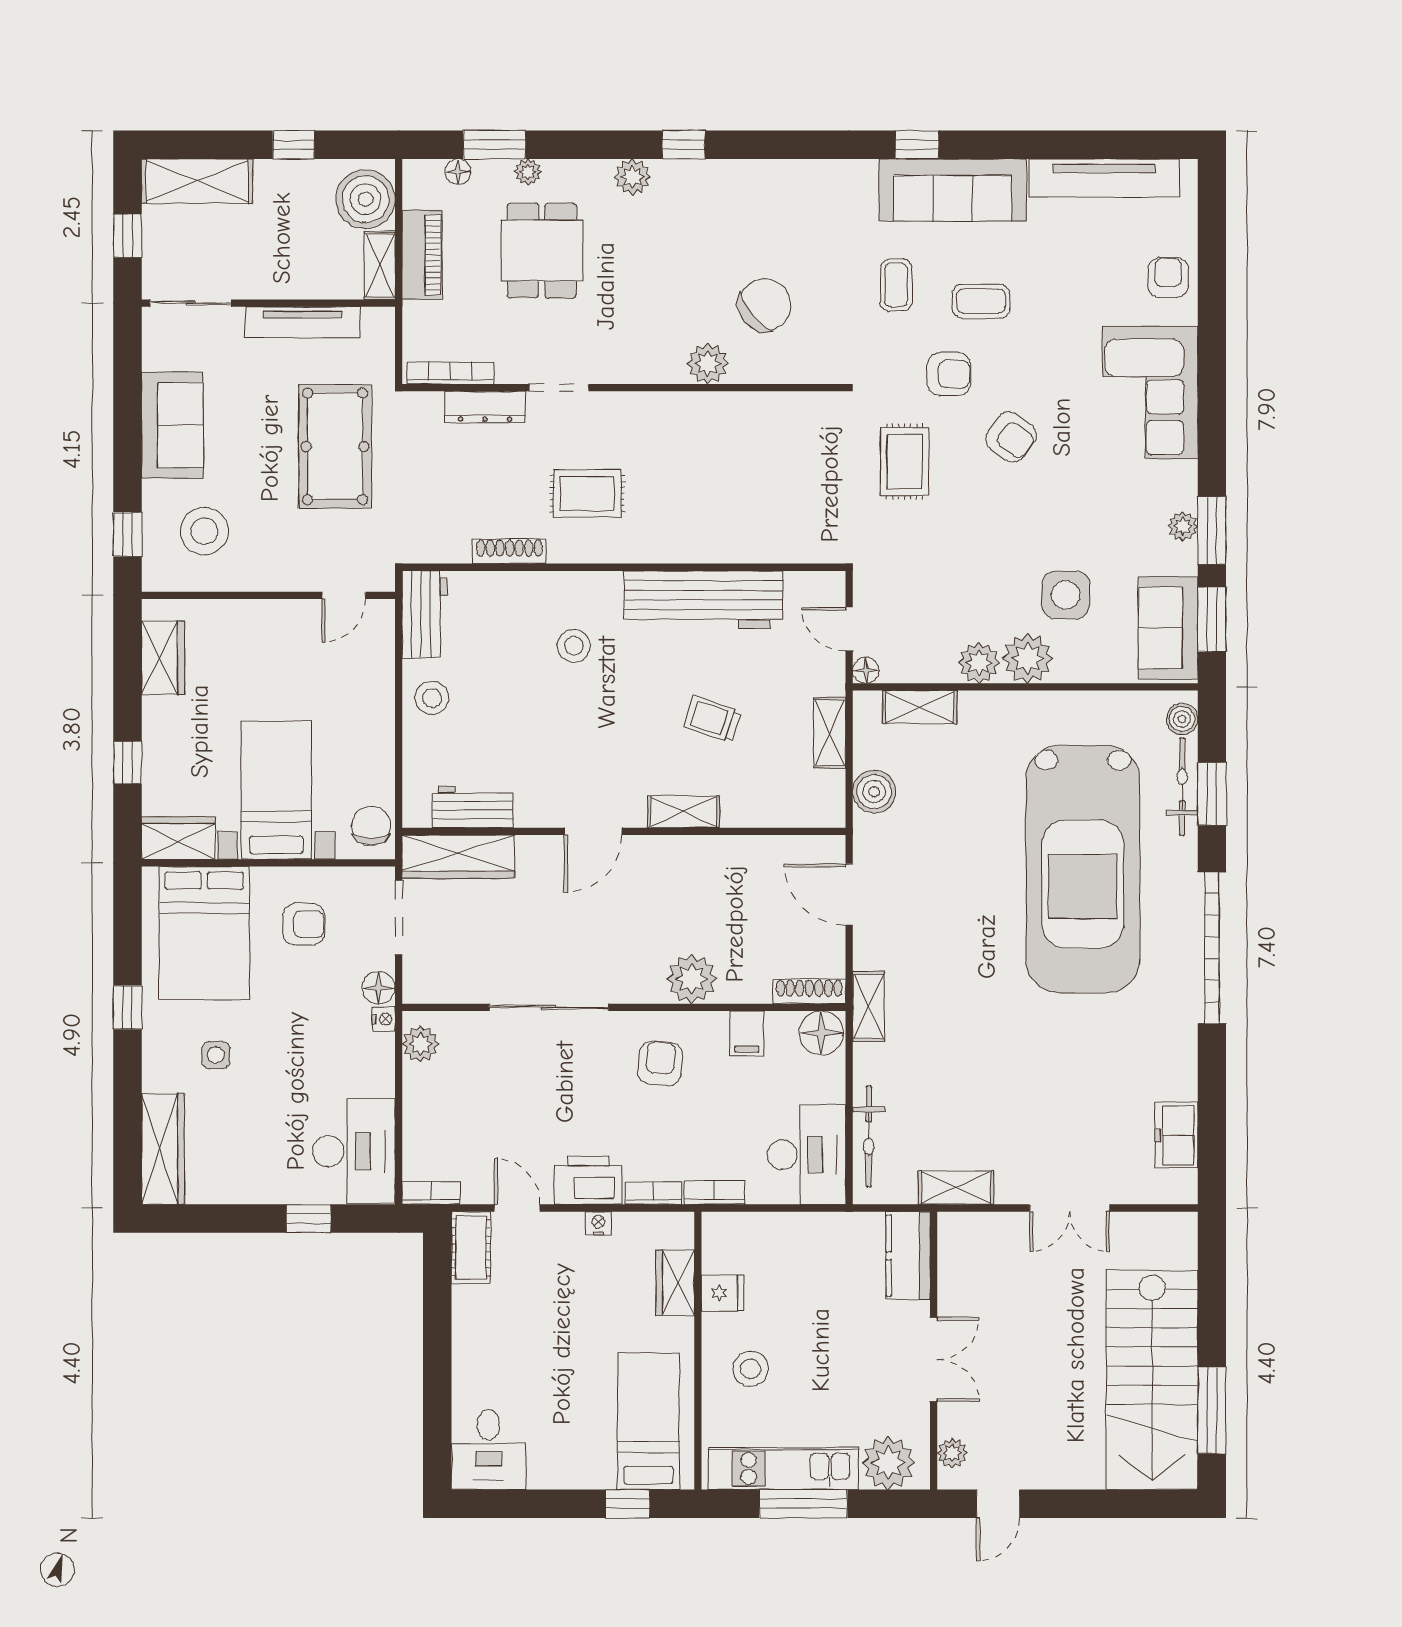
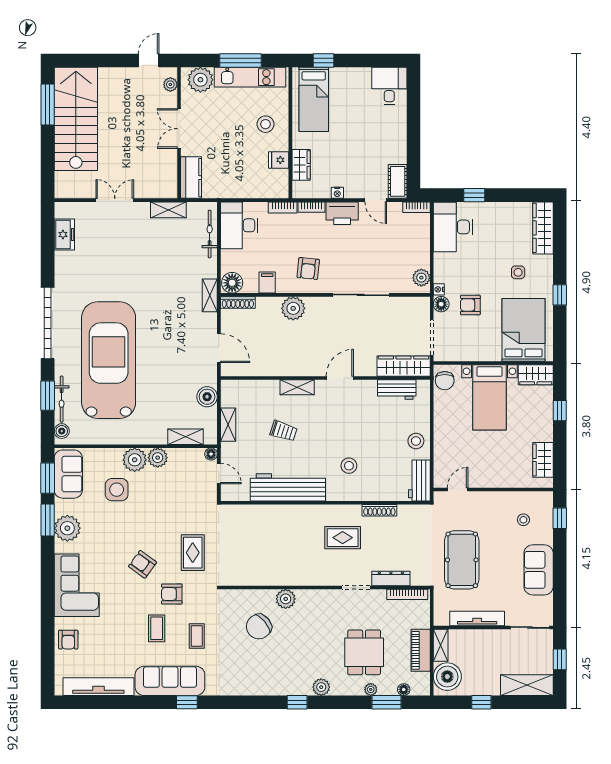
coffee table: (981, 301) -> (157, 628), turned 90
plant: (1183, 526) -> (67, 528), width x1.88, depth x1.88
stool: (204, 531) -> (523, 520), width x0.53, depth x0.53
armchair: (304, 924) -> (470, 305), moved

